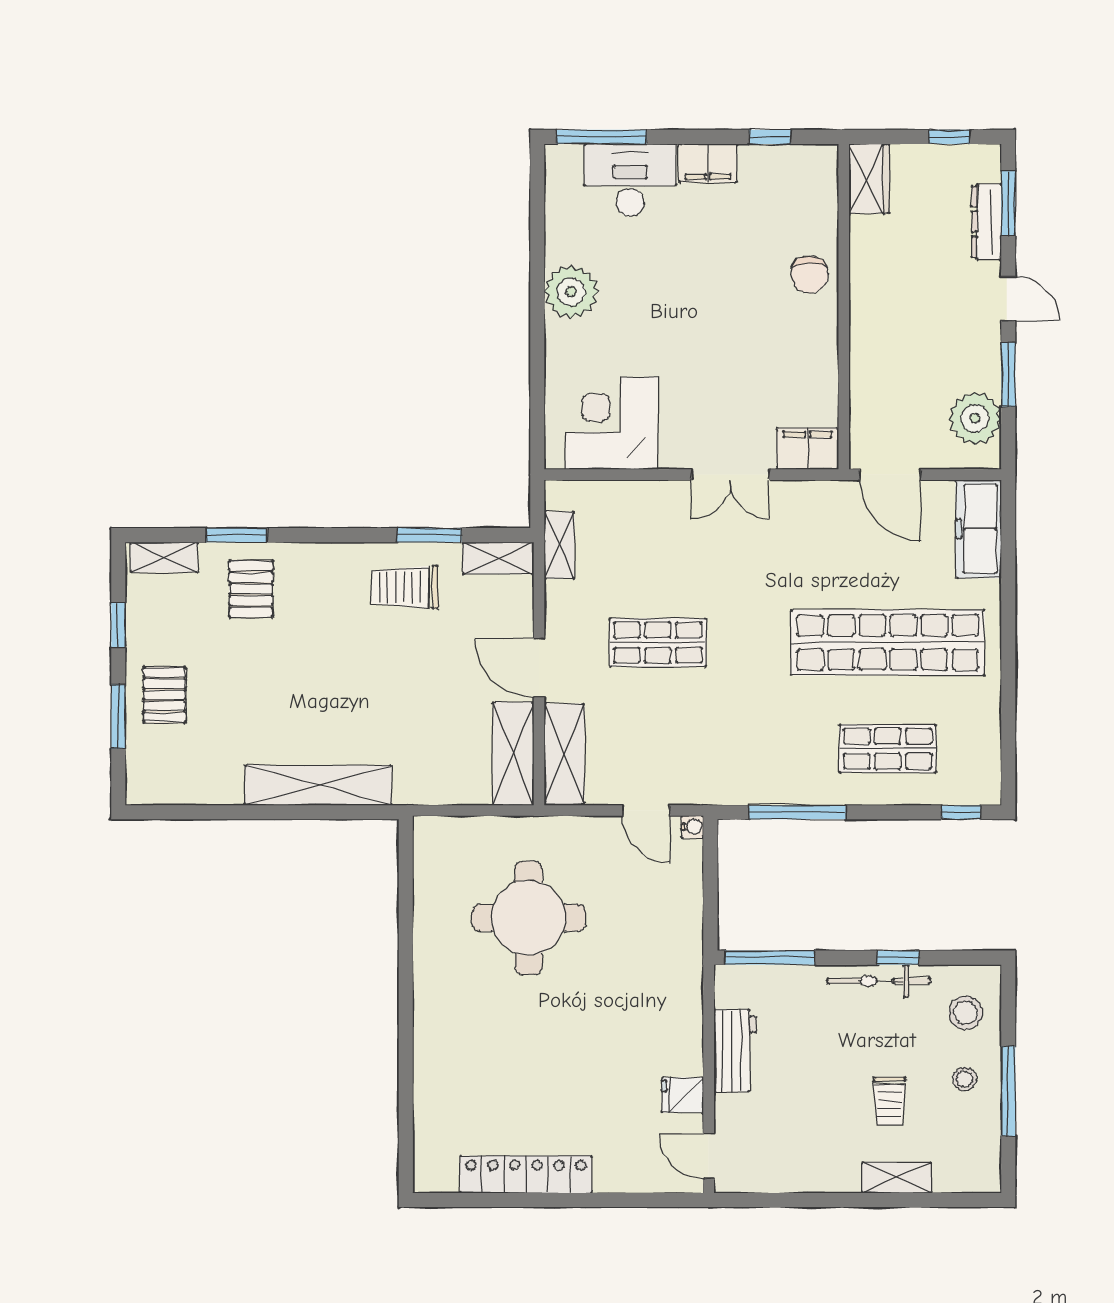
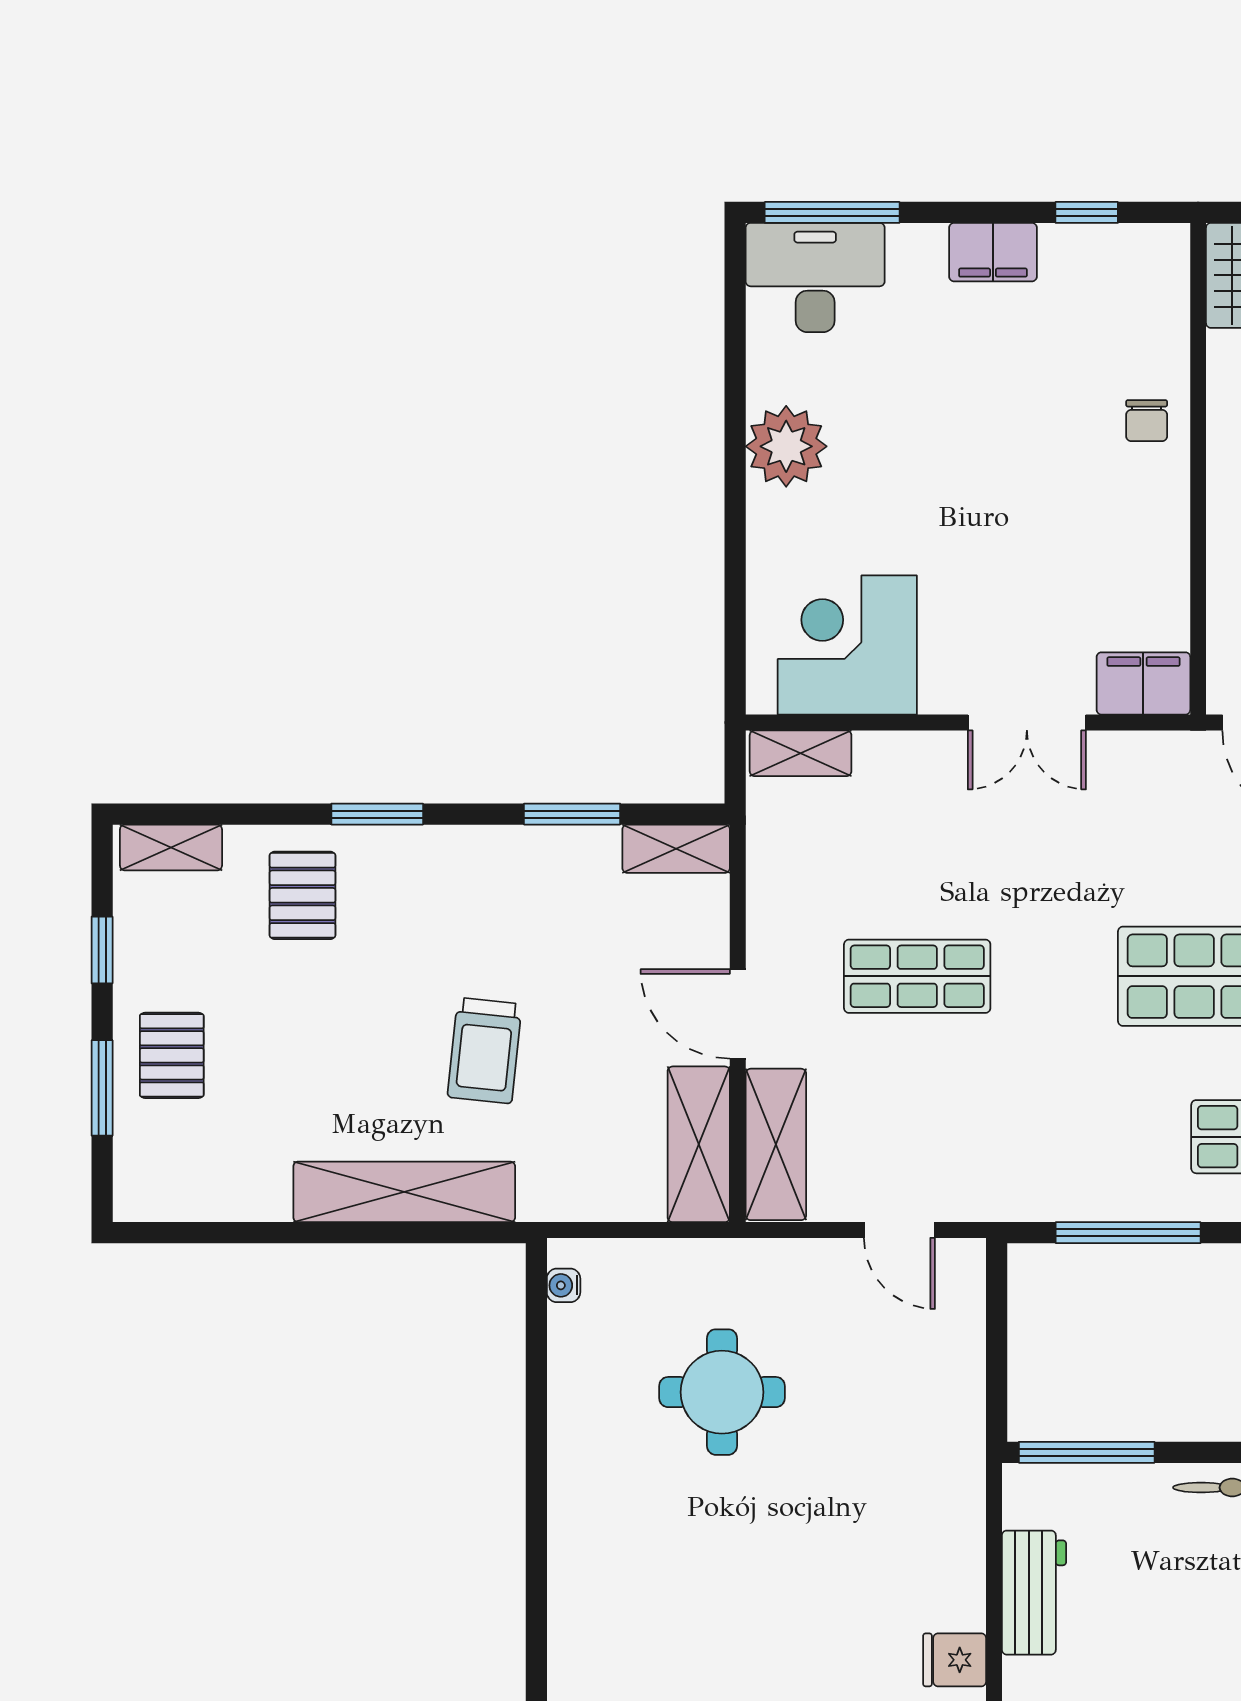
desk: (630, 180) -> (815, 278), moved
chair: (810, 275) -> (1147, 421), width x0.73, depth x0.73
window: (237, 535) -> (377, 814), moved
shelving: (559, 545) -> (801, 753), moved, turned 90
trolley: (405, 587) -> (485, 1051), moved, turned -84
water cooler: (692, 827) -> (564, 1285), moved, turned 180
round table: (529, 918) -> (722, 1392), width x0.73, depth x0.73

